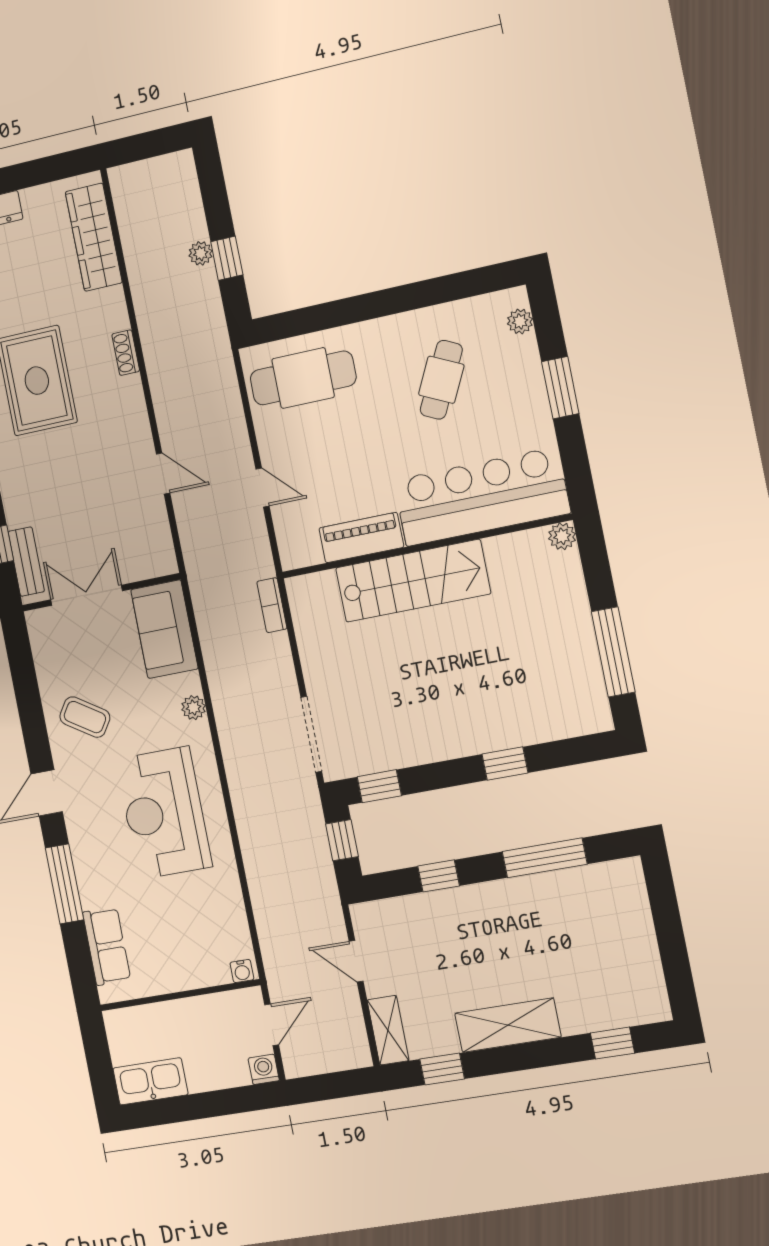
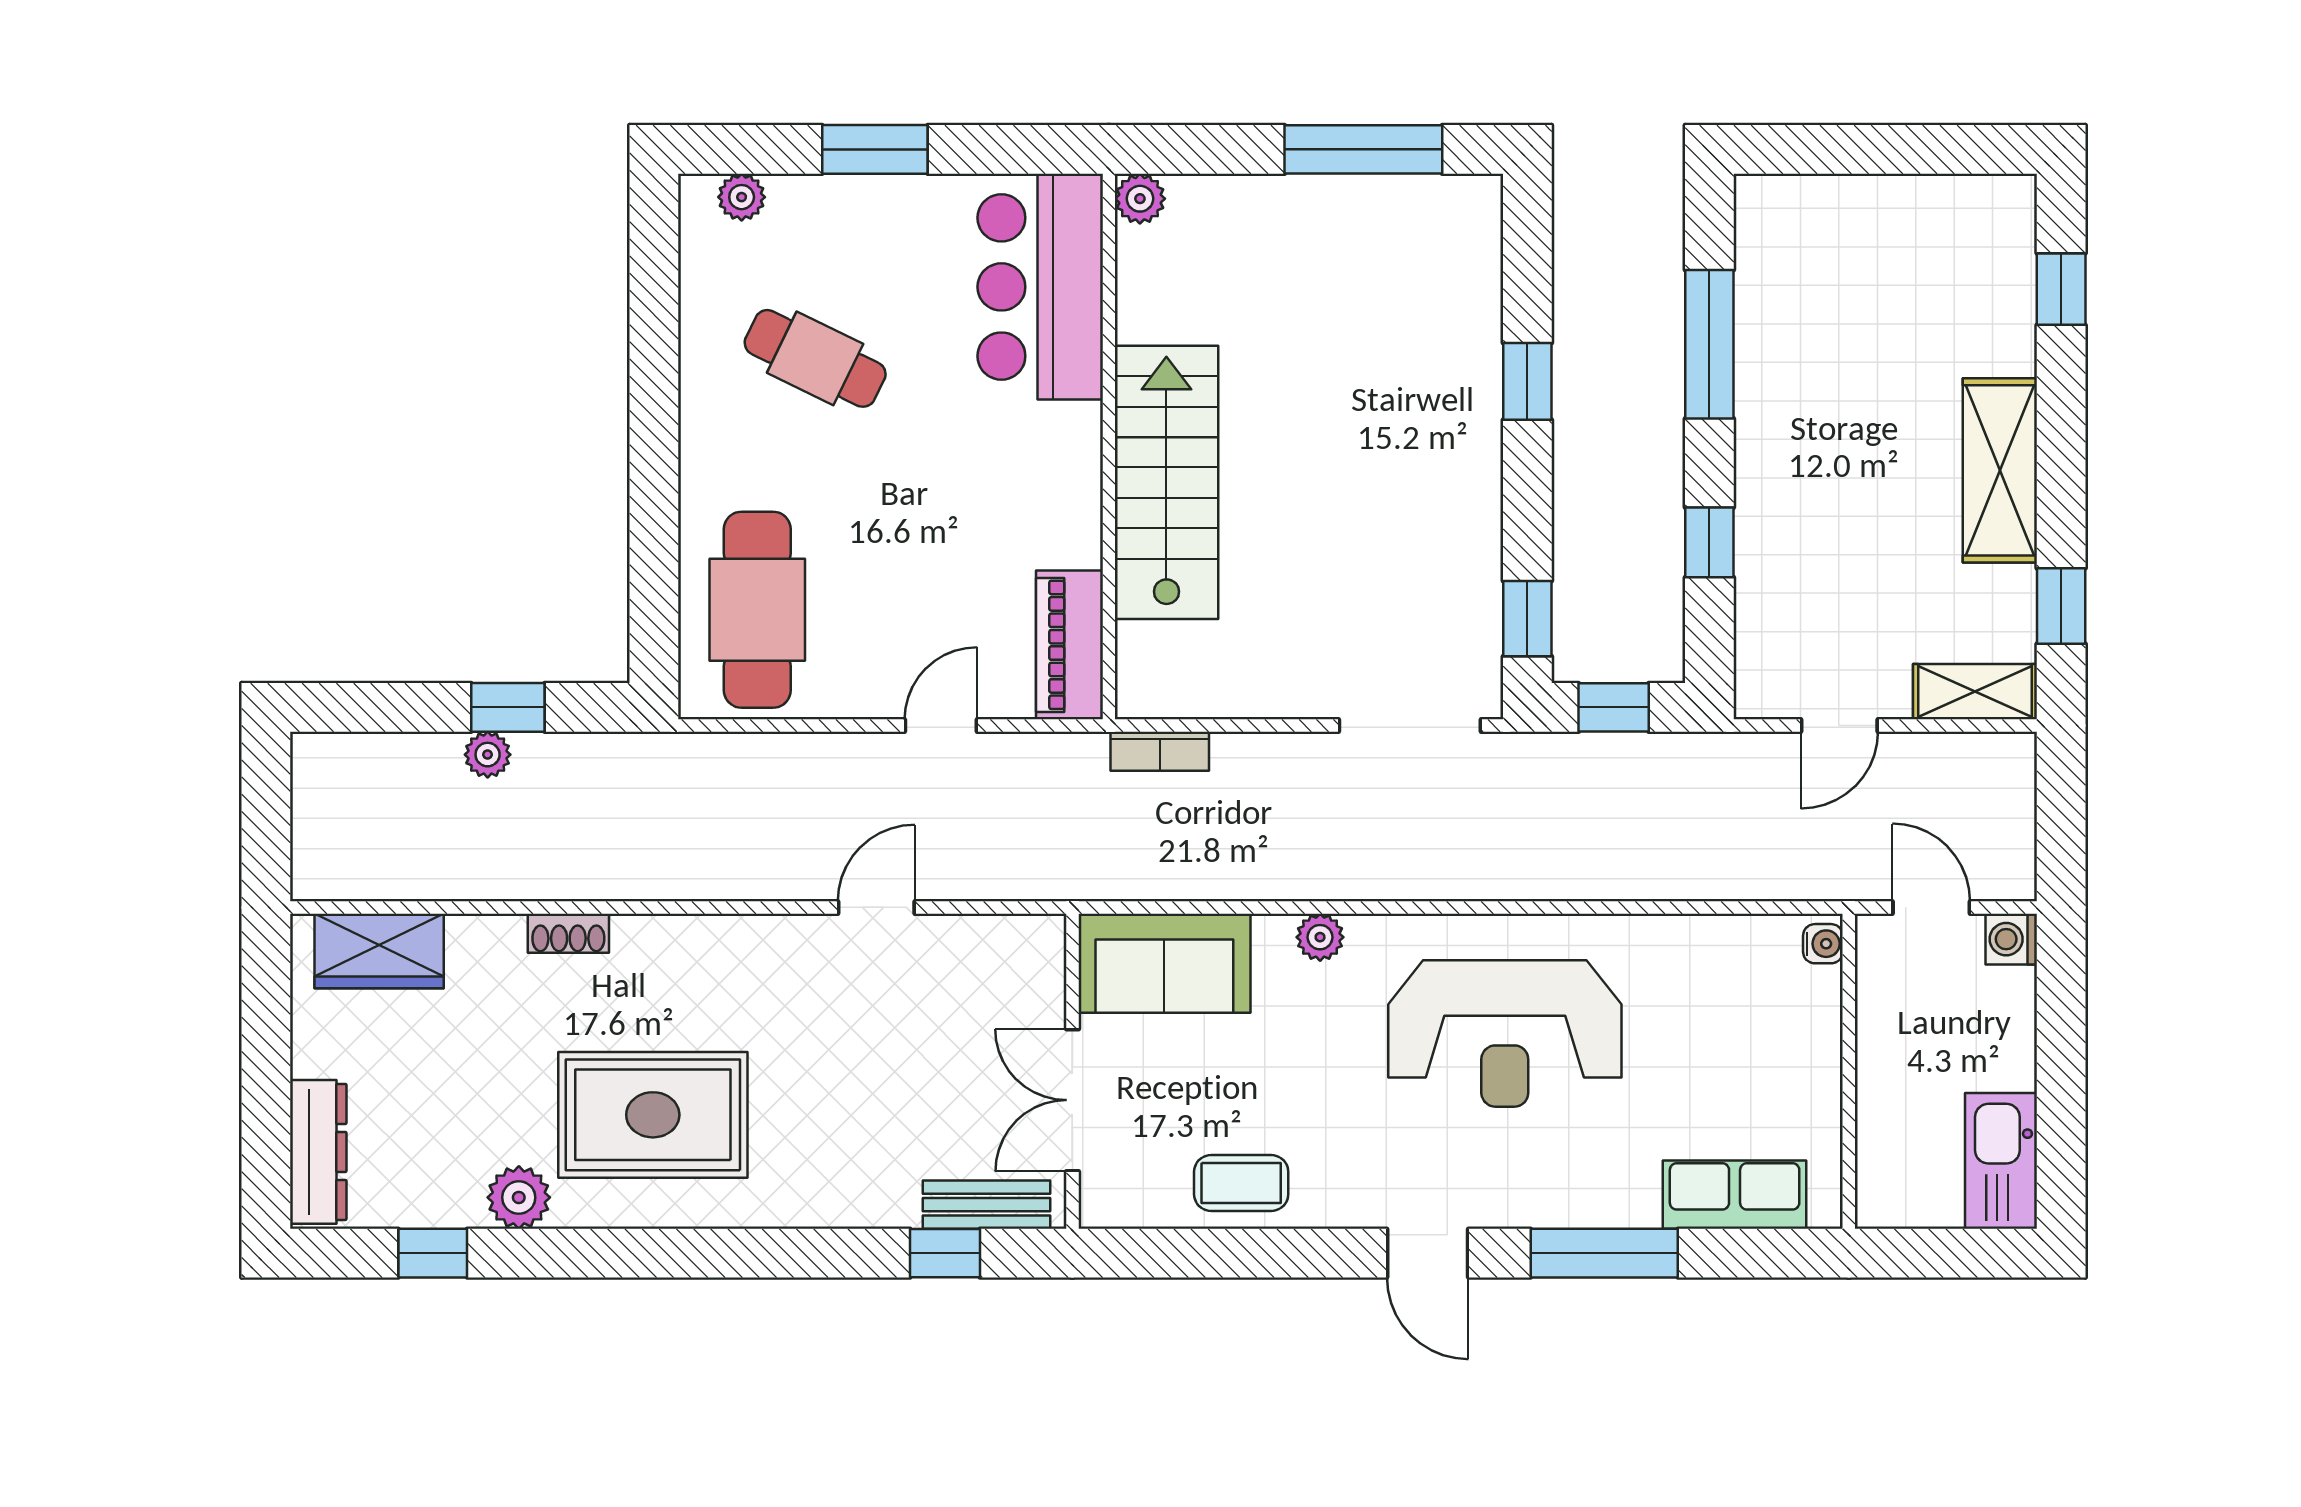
wardrobe: (94, 237) -> (379, 951), width x0.67
shoe rack: (126, 353) -> (568, 933), moved
bar counter: (482, 497) -> (1040, 287), width x0.73
piano: (361, 538) -> (1069, 645), moved
coffee table: (85, 717) -> (1241, 1183), moved, turned 57

